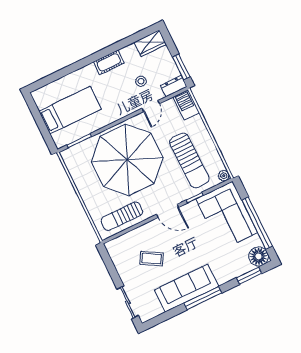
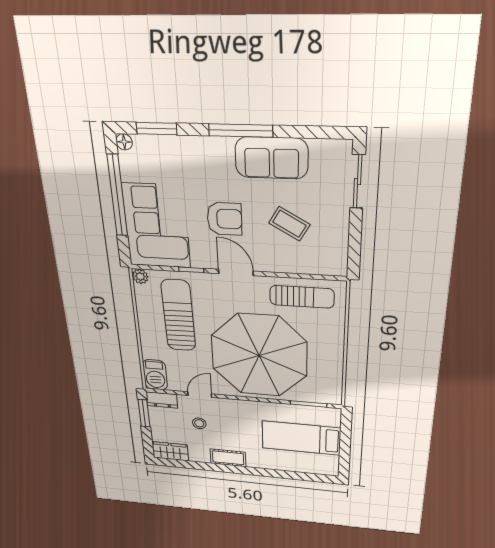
armchair: (189, 242) -> (224, 219), added
floor lamp: (259, 256) -> (124, 142), width x0.53, depth x0.53
sofa: (187, 288) -> (272, 158), width x0.73

